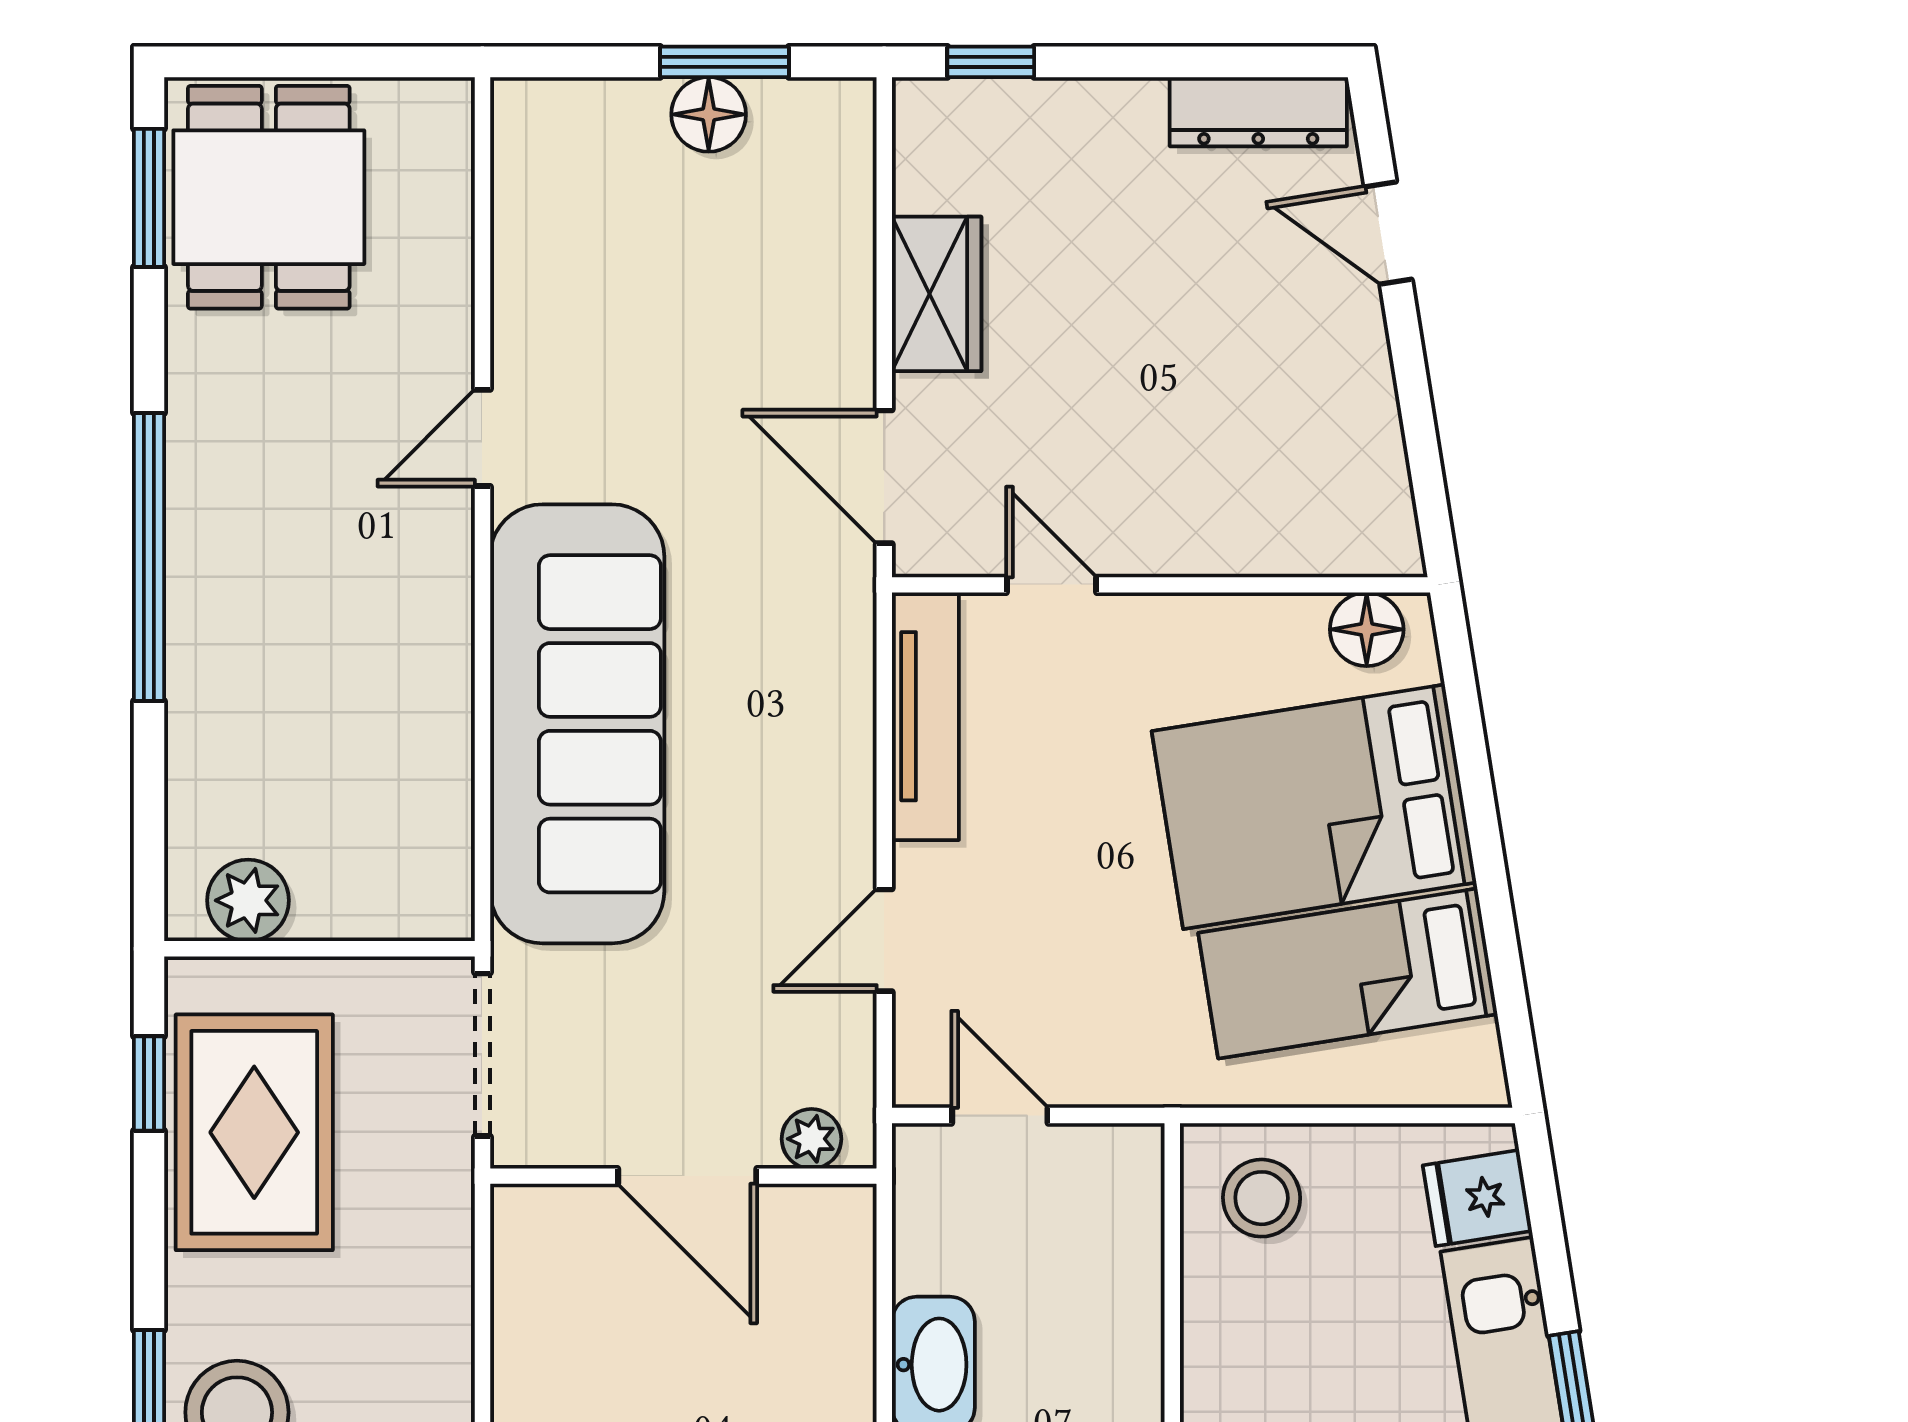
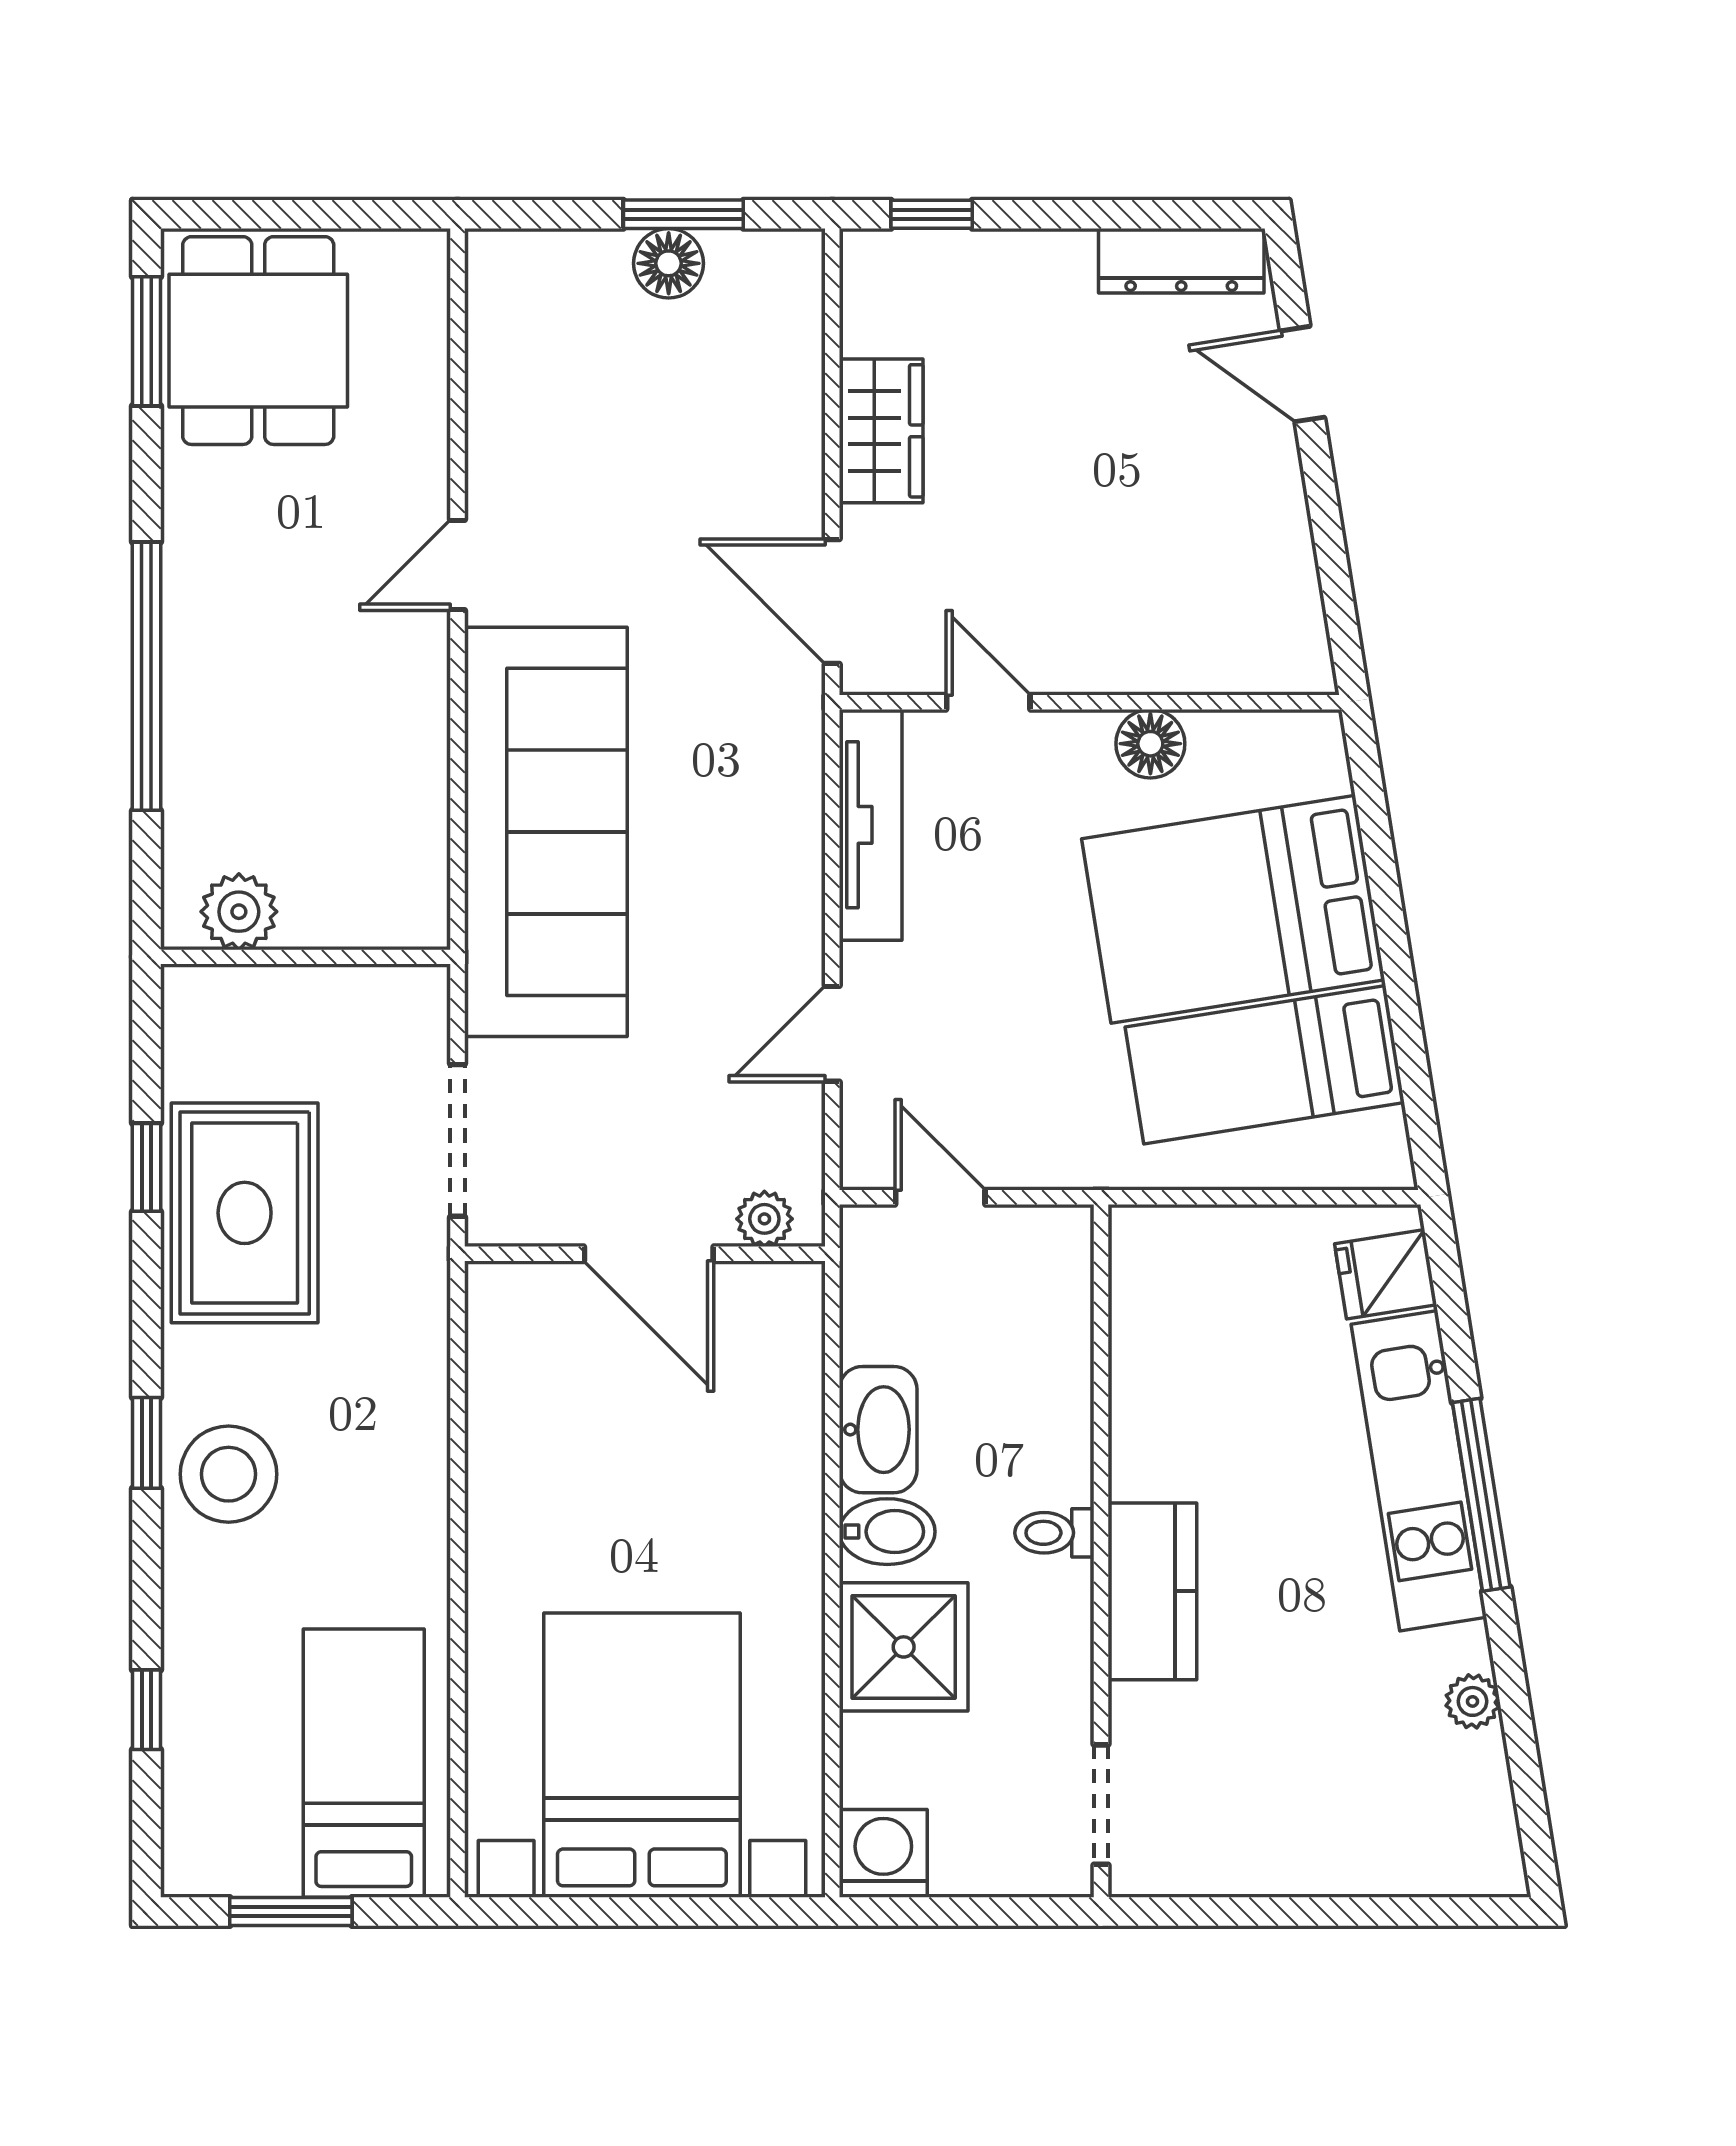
floor lamp: (1367, 629) -> (1150, 744), moved
plant: (248, 900) -> (239, 912), moved
wall: (319, 949) -> (306, 957), moved
stool: (1262, 1198) -> (1184, 1274), removed

